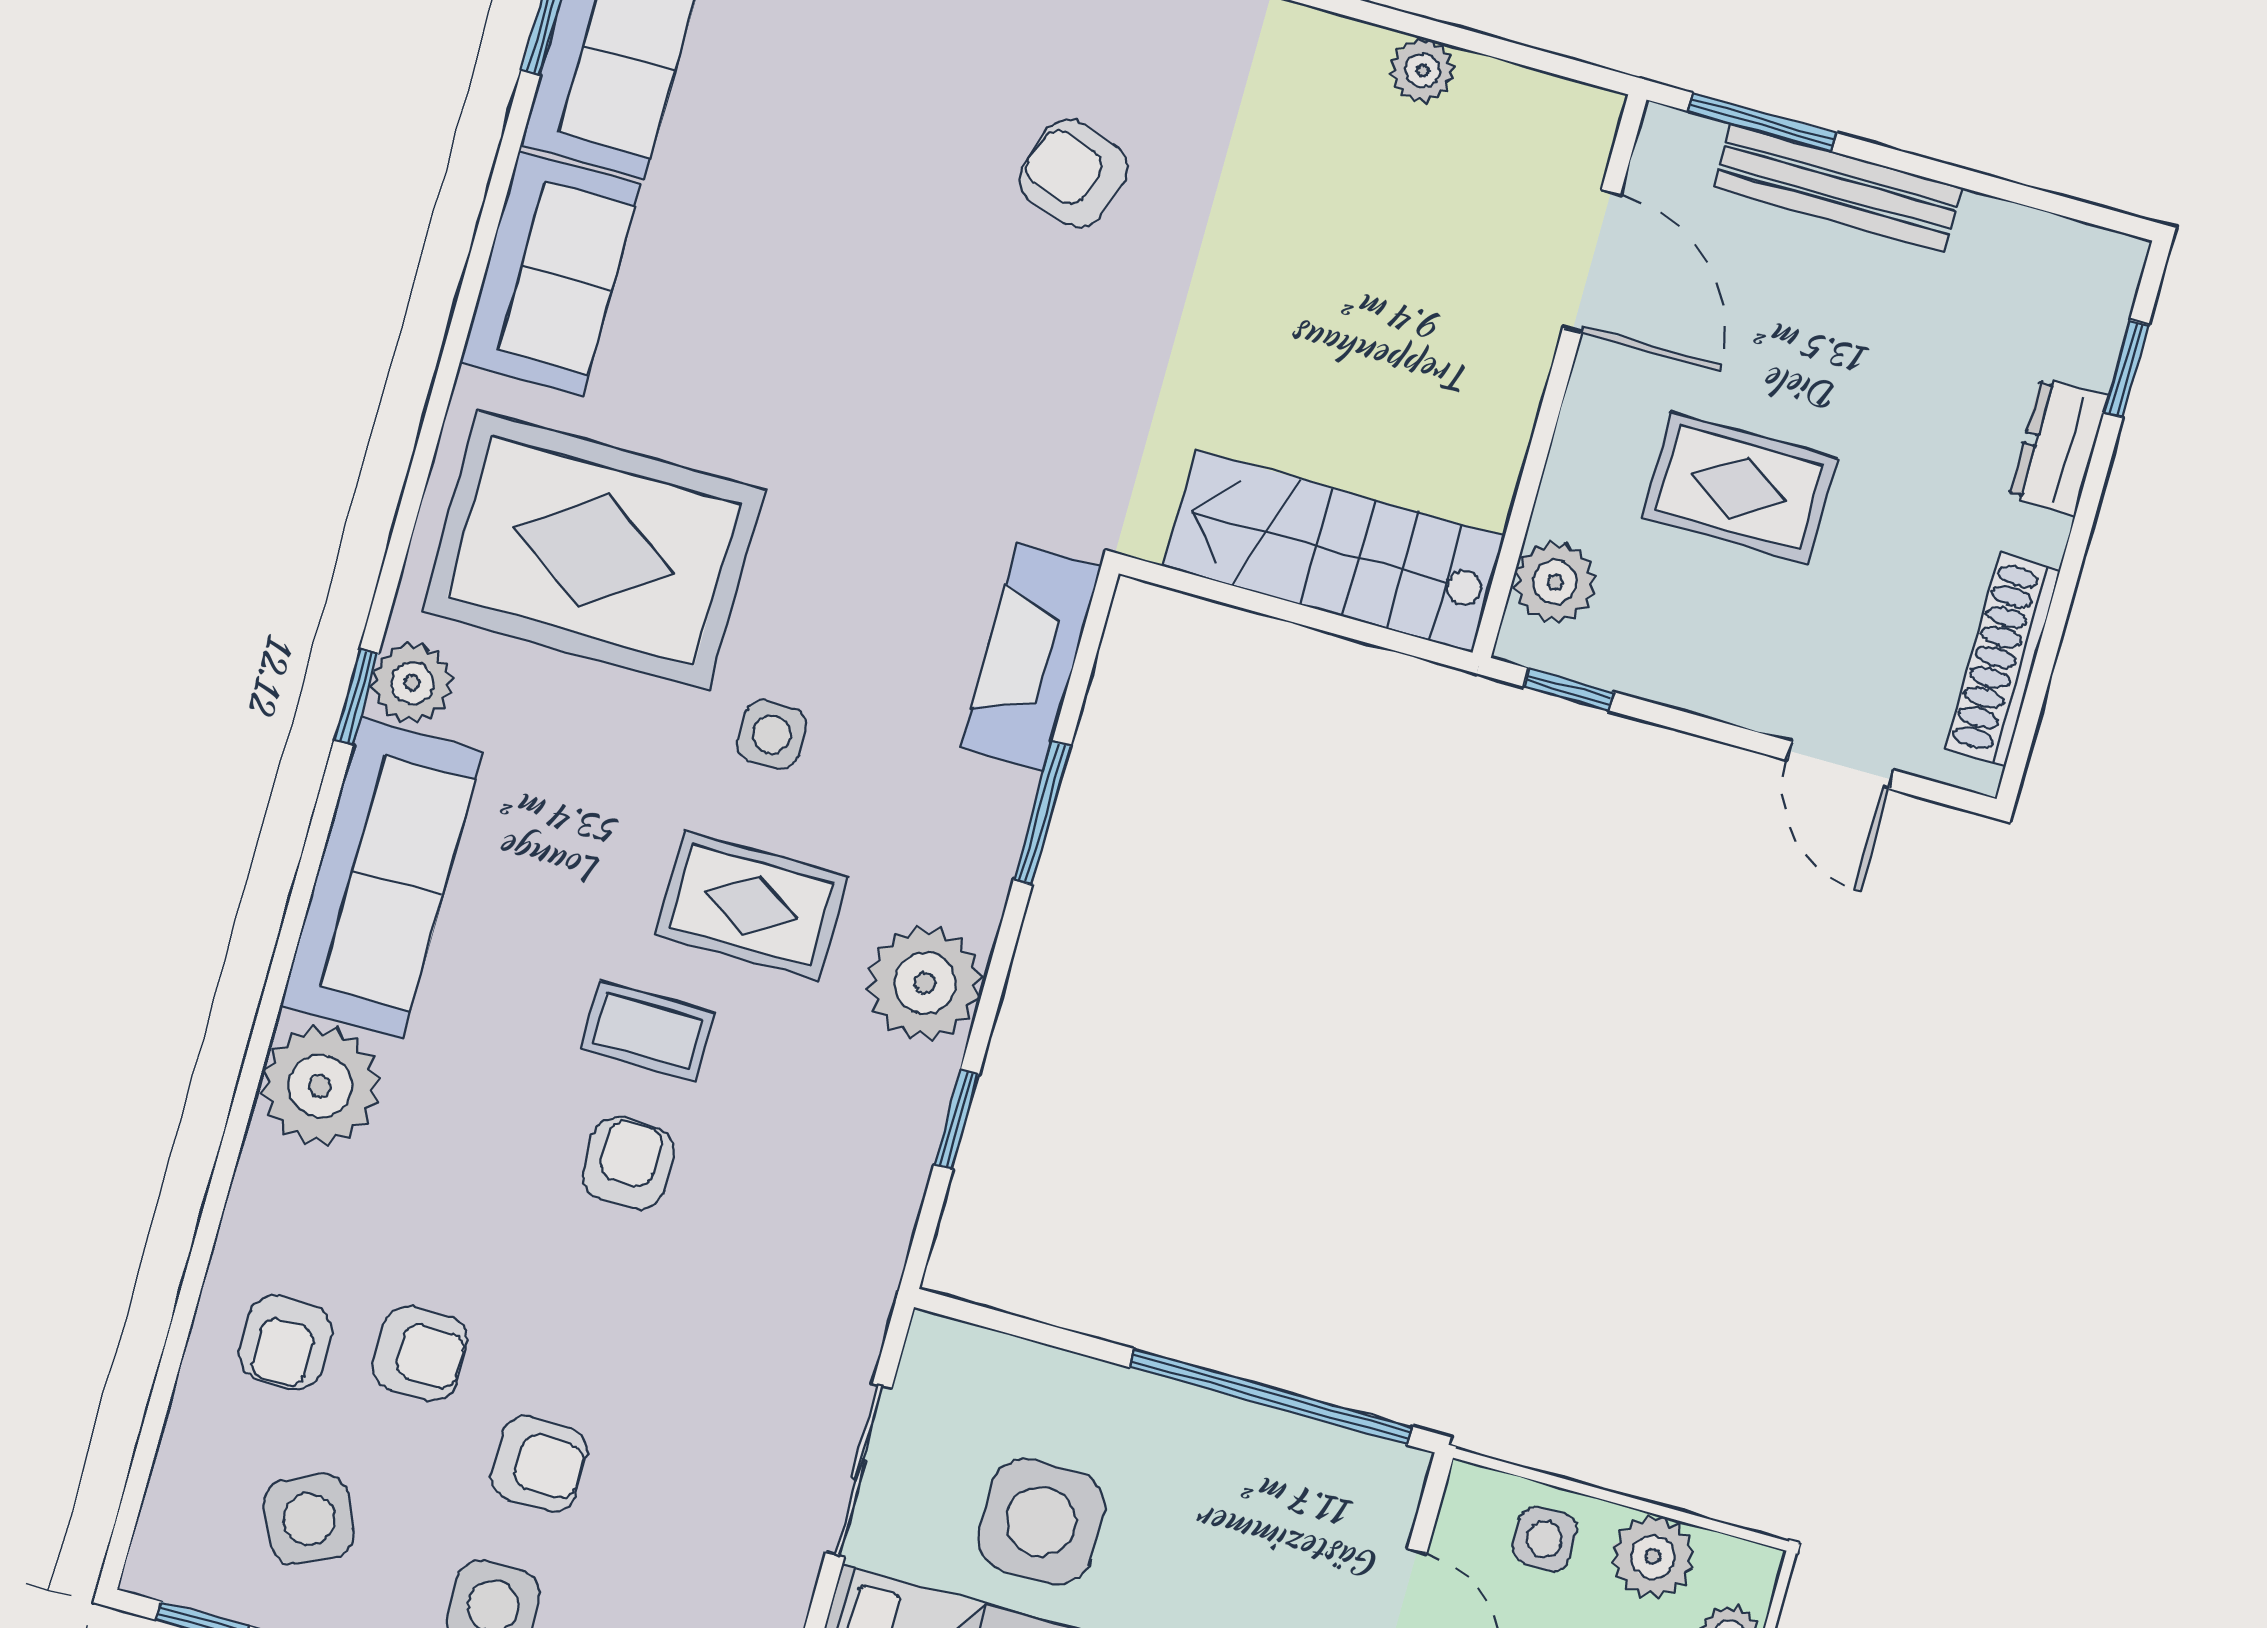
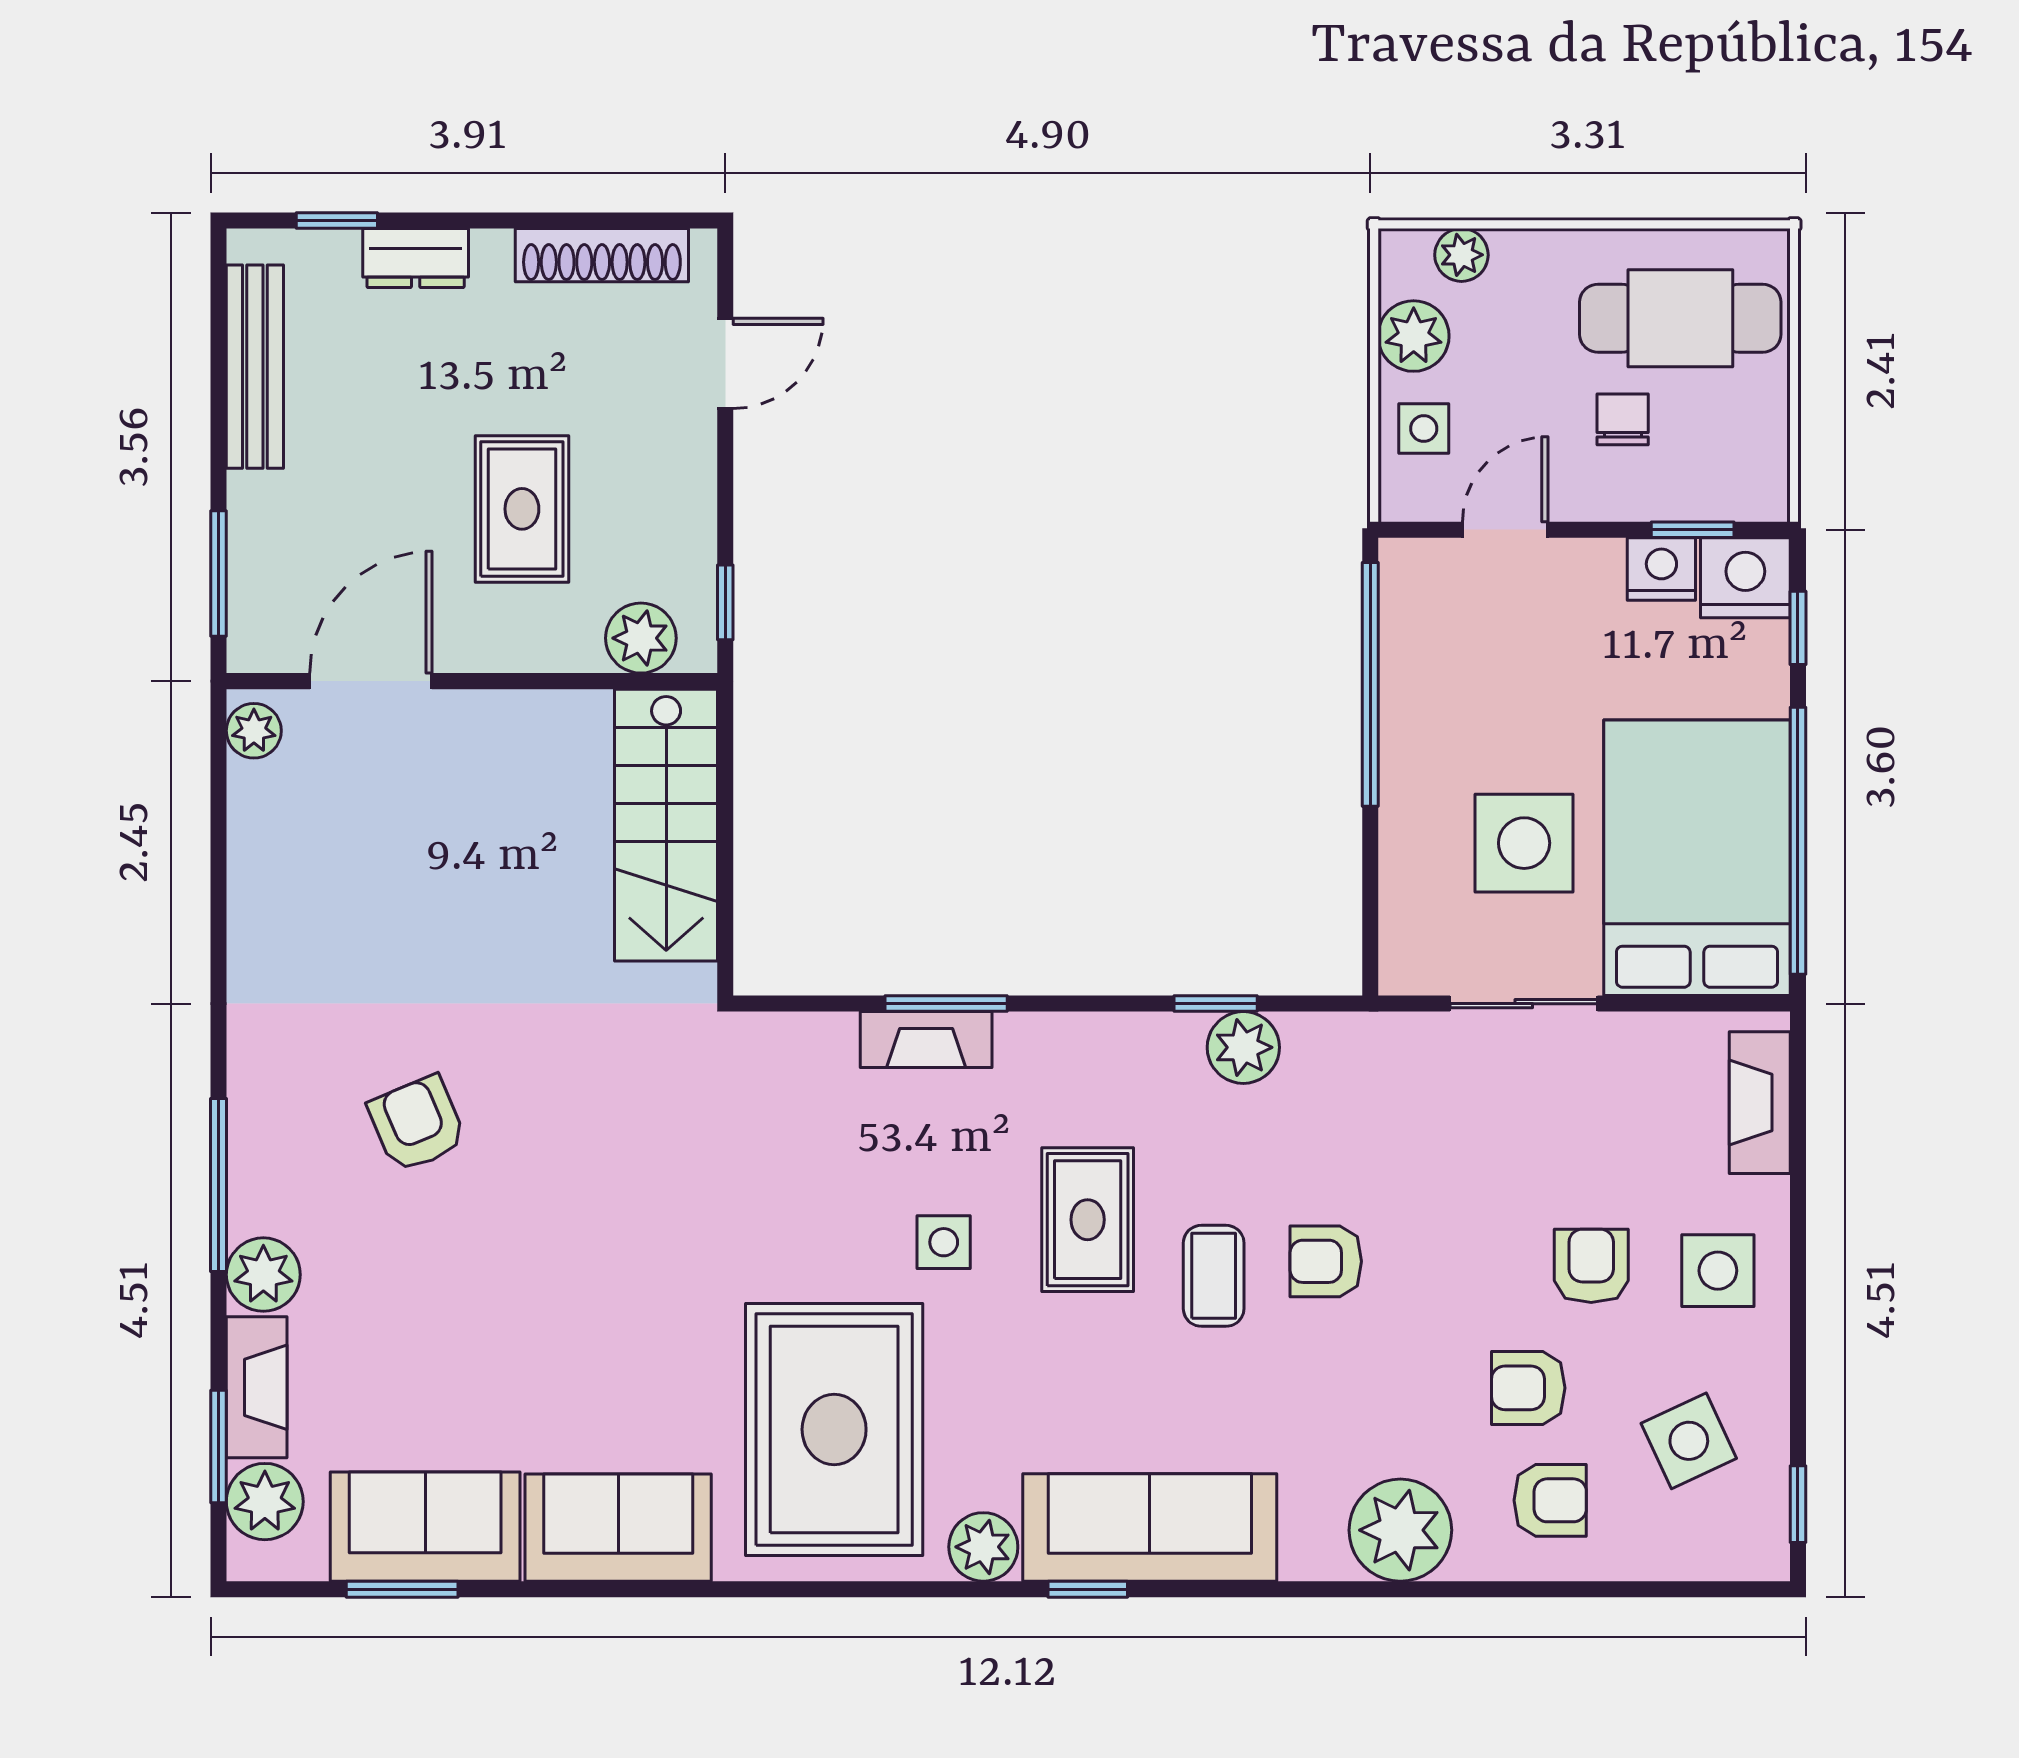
plant: (1422, 70) -> (254, 731), moved
armchair: (1073, 173) -> (417, 1124), turned 139
bench: (1837, 188) -> (255, 367), moved
fireplace: (1031, 657) -> (926, 1040), moved, width x0.73, depth x0.76
window: (357, 697) -> (1088, 1589), moved
plant: (925, 983) -> (1243, 1047), moved, width x0.73, depth x0.73
plant: (320, 1086) -> (1400, 1530), moved
armchair: (420, 1353) -> (1528, 1388), turned -90

